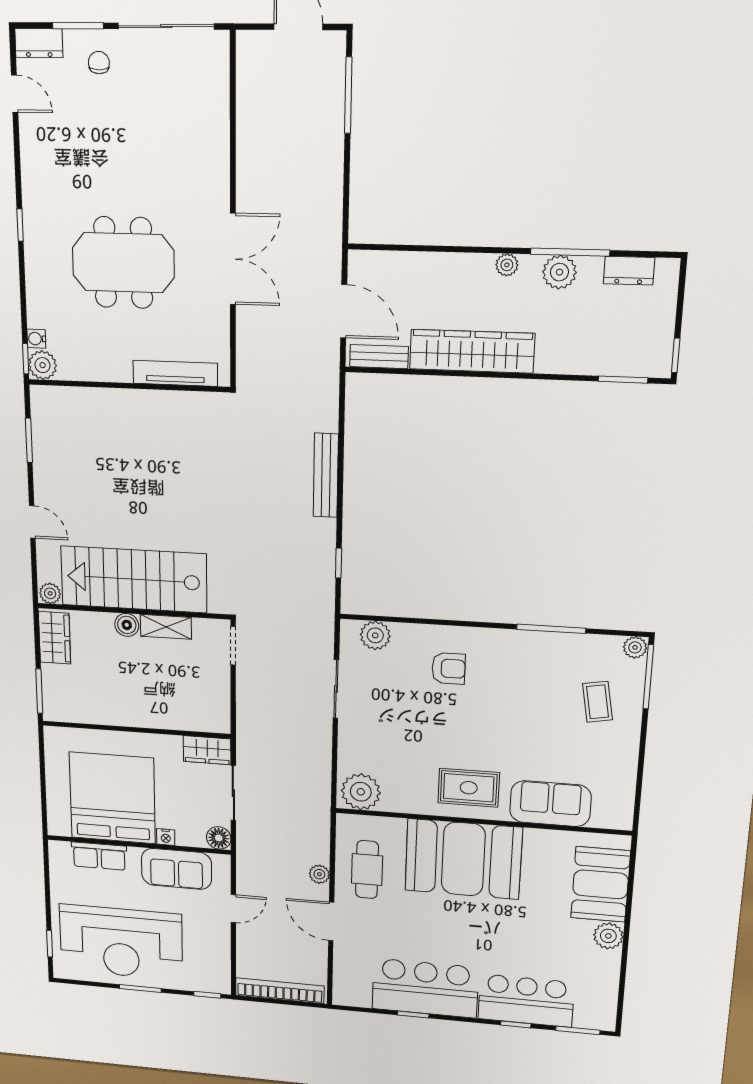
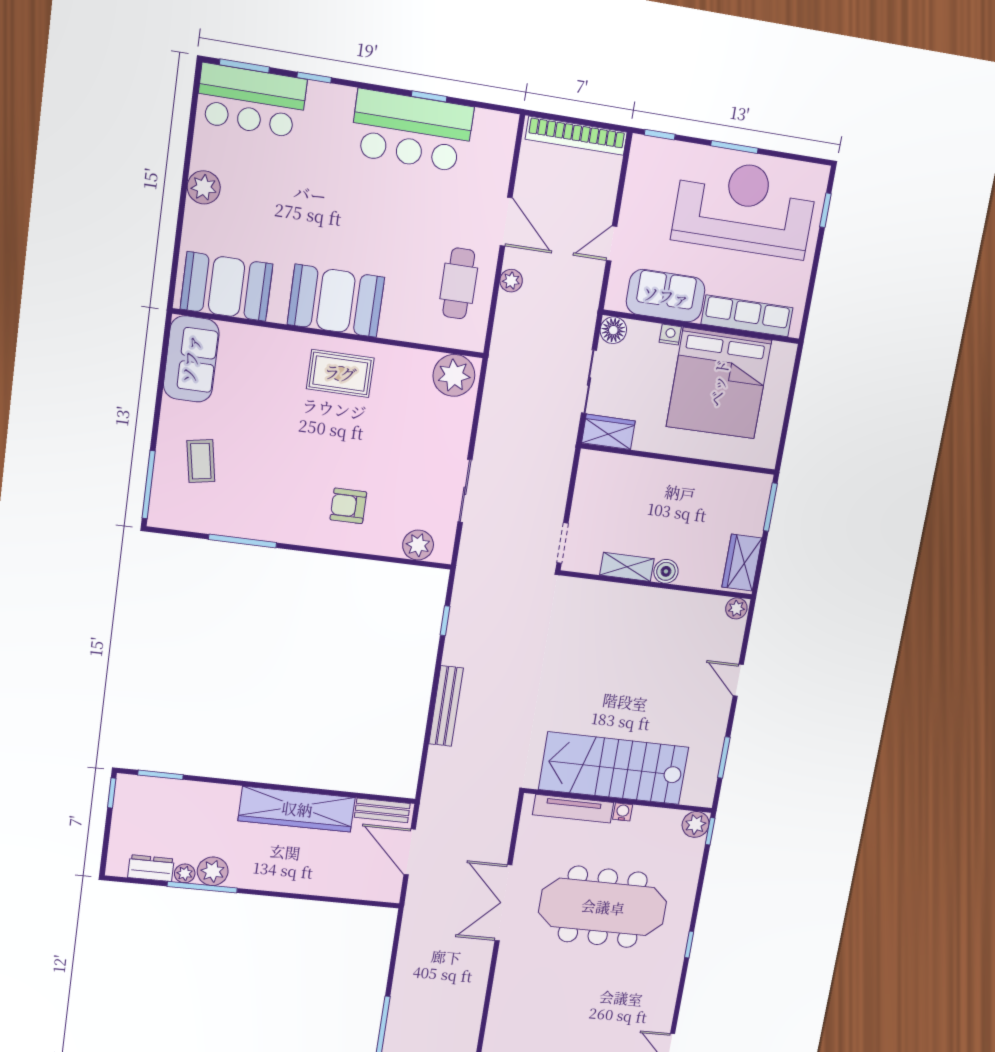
meeting table: (123, 263) -> (603, 907), width x1.36
plant: (507, 265) -> (185, 873), moved
water cooler: (36, 339) -> (623, 812), moved, turned -90
stairs: (134, 579) -> (614, 768), moved, turned 180
plant: (635, 647) -> (161, 516), removed
sofa: (550, 804) -> (191, 359), moved, turned -90
row of seats: (99, 856) -> (747, 316), width x1.48
booth: (463, 859) -> (336, 301), width x0.73, depth x0.70
booth: (601, 884) -> (227, 287), moved, turned 90
bar counter: (526, 1001) -> (251, 101), moved

